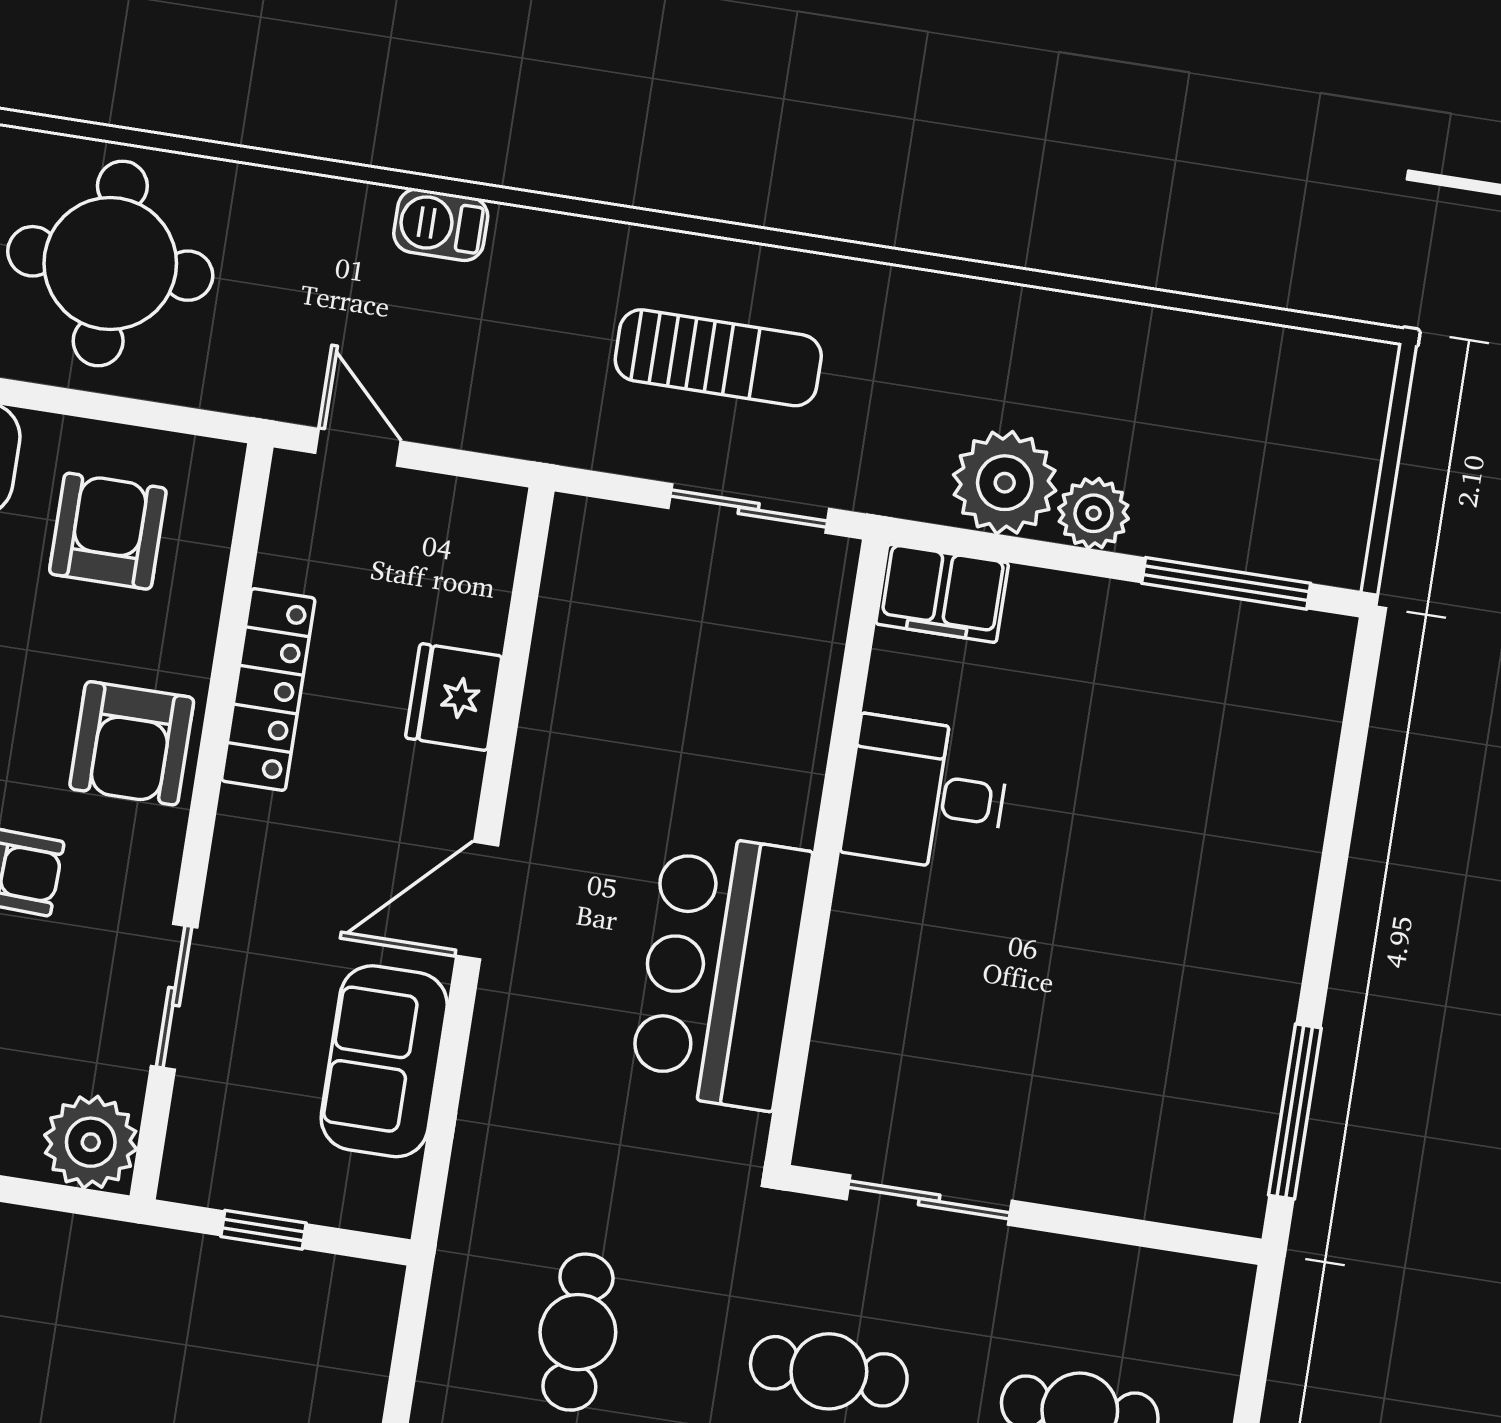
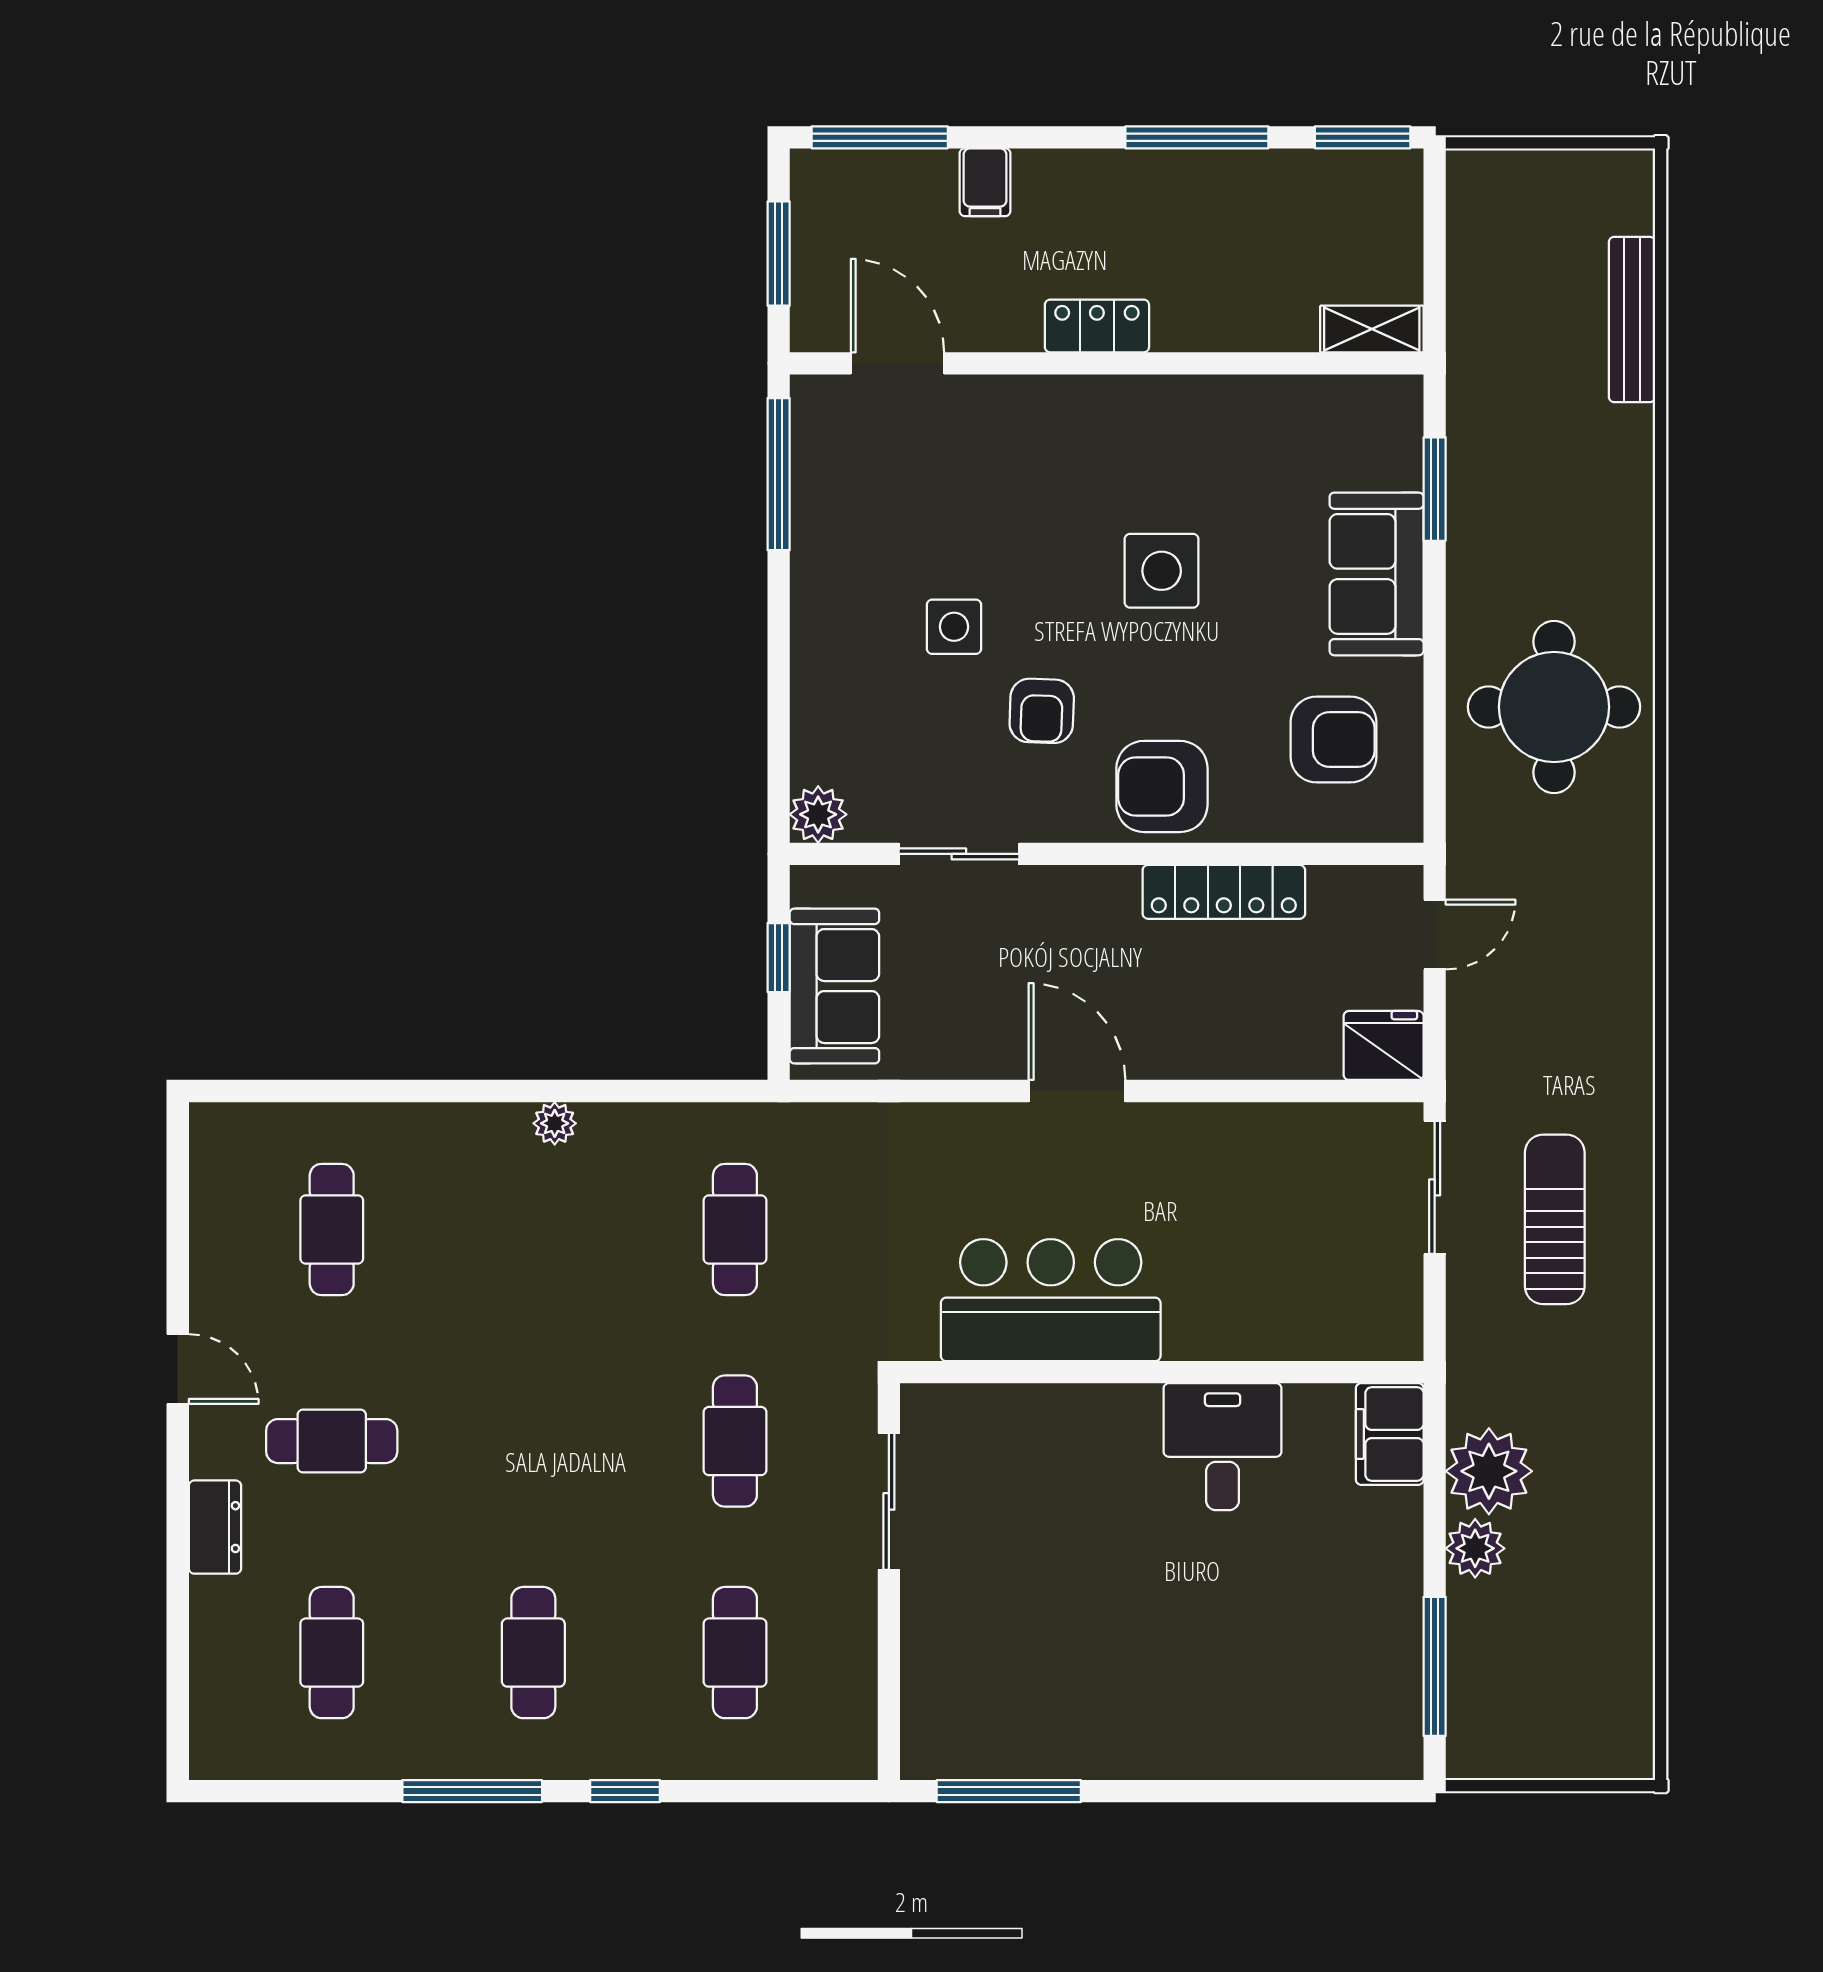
barbecue: (441, 225) -> (1628, 974), removed
sun lounger: (718, 358) -> (1555, 1219), turned 180
sliding door: (749, 508) -> (1435, 1187), moved
fridge: (454, 697) -> (1384, 1045), moved
sofa: (384, 1061) -> (834, 986), moved, turned 90
plant: (91, 1142) -> (818, 814), width x0.73, depth x0.73
cafe table: (578, 1332) -> (735, 1230), turned 90

